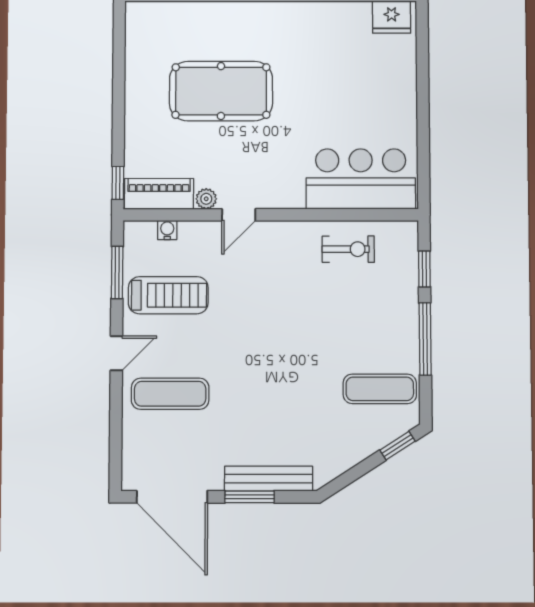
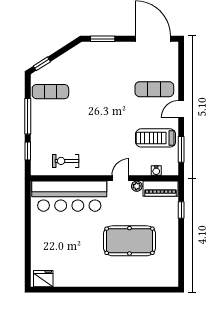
bar counter: (361, 179) -> (69, 196), width x1.36
window: (118, 183) -> (181, 210), moved
bench: (269, 479) -> (106, 48), removed
window: (250, 497) -> (103, 39), moved

